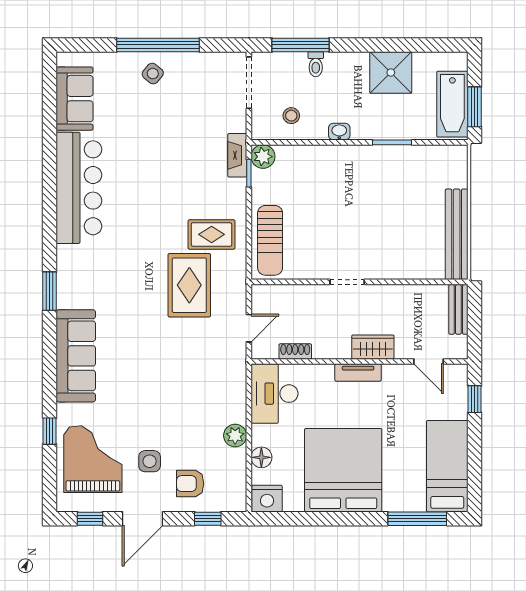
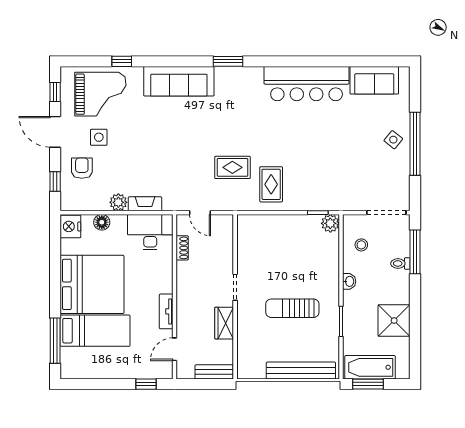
fireplace: (237, 155) -> (145, 204), moved
bench: (457, 234) -> (301, 371), moved
sun lounger: (270, 240) -> (292, 308), moved
rug: (189, 285) -> (232, 167), width x0.73, depth x0.70
wardrobe: (373, 347) -> (224, 323), moved, turned 180
tv unit: (358, 373) -> (166, 311), moved
bed: (447, 466) -> (95, 331), moved

